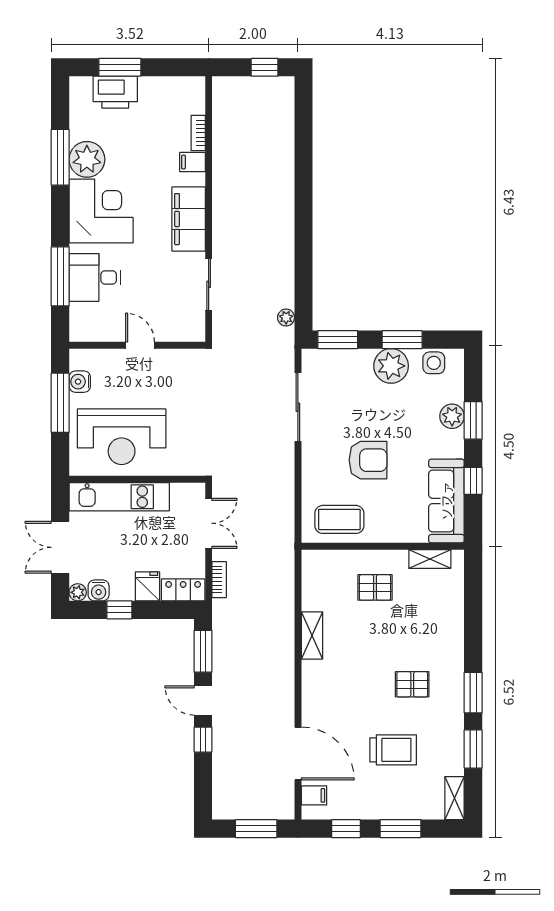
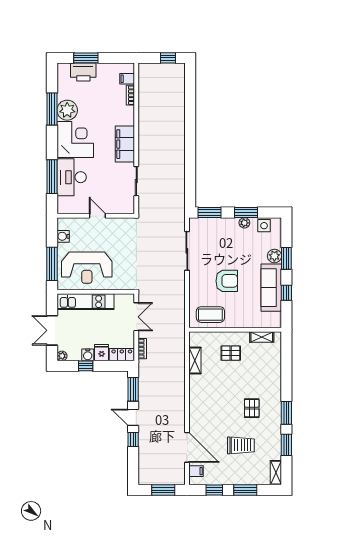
filing cabinet: (192, 162) -> (127, 79), moved
desk: (95, 277) -> (72, 177), width x1.37
plant: (286, 318) -> (180, 200), removed
plant: (391, 366) -> (244, 223), width x0.53, depth x0.53
window: (60, 403) -> (52, 264), moved
sofa: (446, 501) -> (271, 288), moved
water cooler: (99, 590) -> (88, 355), moved
shelving: (312, 636) -> (195, 360), moved
pallet: (412, 684) -> (252, 408), turned 90

